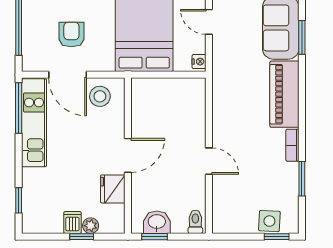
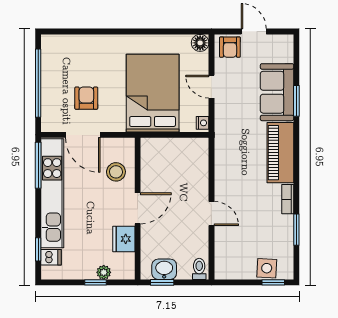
stool: (100, 96) -> (116, 172), moved
kitchen unit: (34, 123) -> (52, 193), width x1.36
dishwasher: (72, 222) -> (51, 257), moved, turned 90

